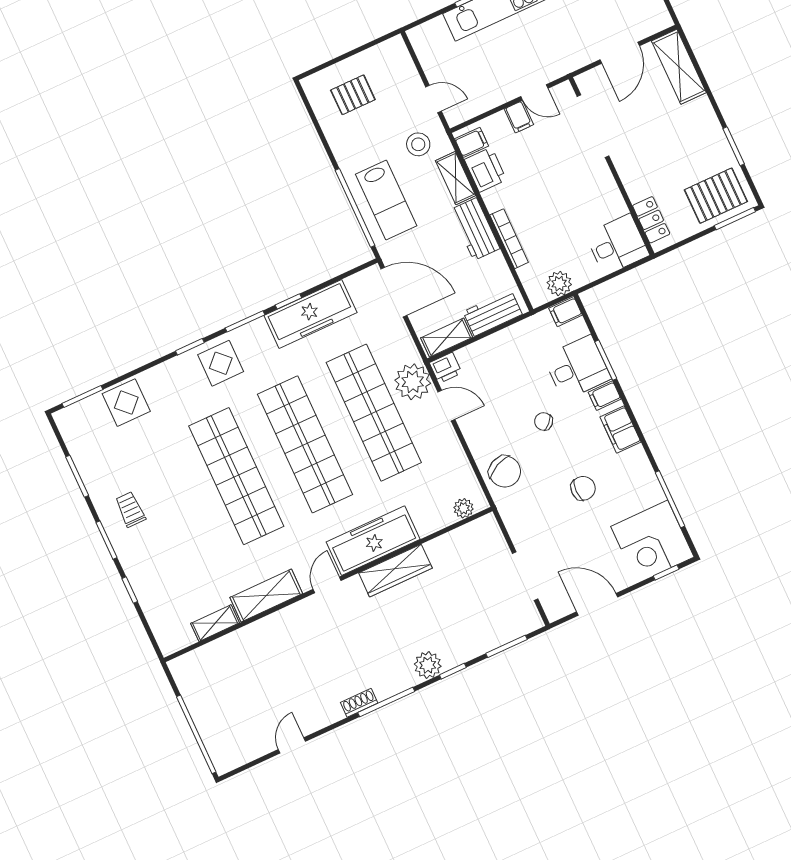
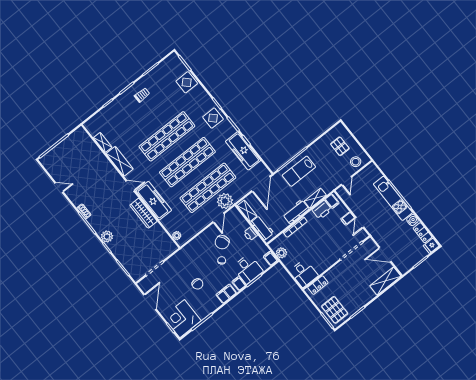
stool: (418, 144) -> (356, 162), moved
printer: (446, 368) -> (250, 234), moved
chair: (505, 472) -> (222, 242), moved

